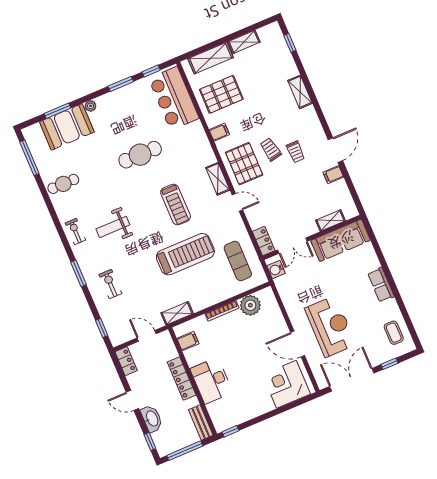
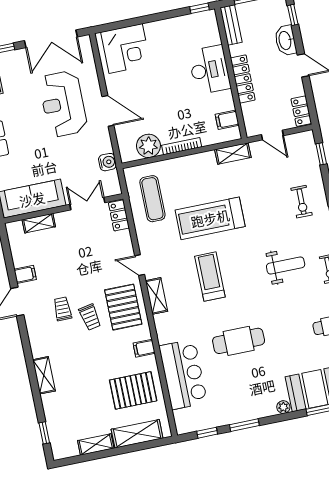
bar counter: (174, 98) -> (183, 374), moved
water cooler: (276, 269) -> (108, 162), moved
door: (298, 344) -> (108, 111), moved

